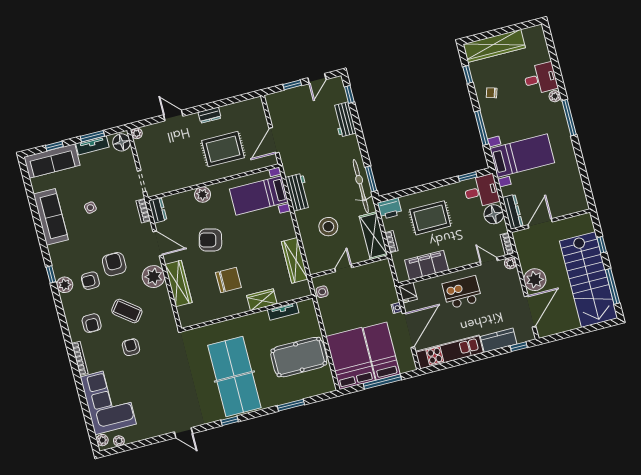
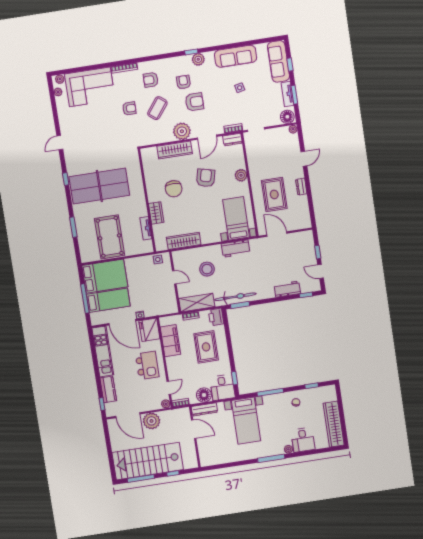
wardrobe: (494, 46) -> (334, 424), moved
plant: (65, 285) -> (198, 59), moved
fridge: (408, 293) -> (149, 330), width x1.88, depth x1.34

